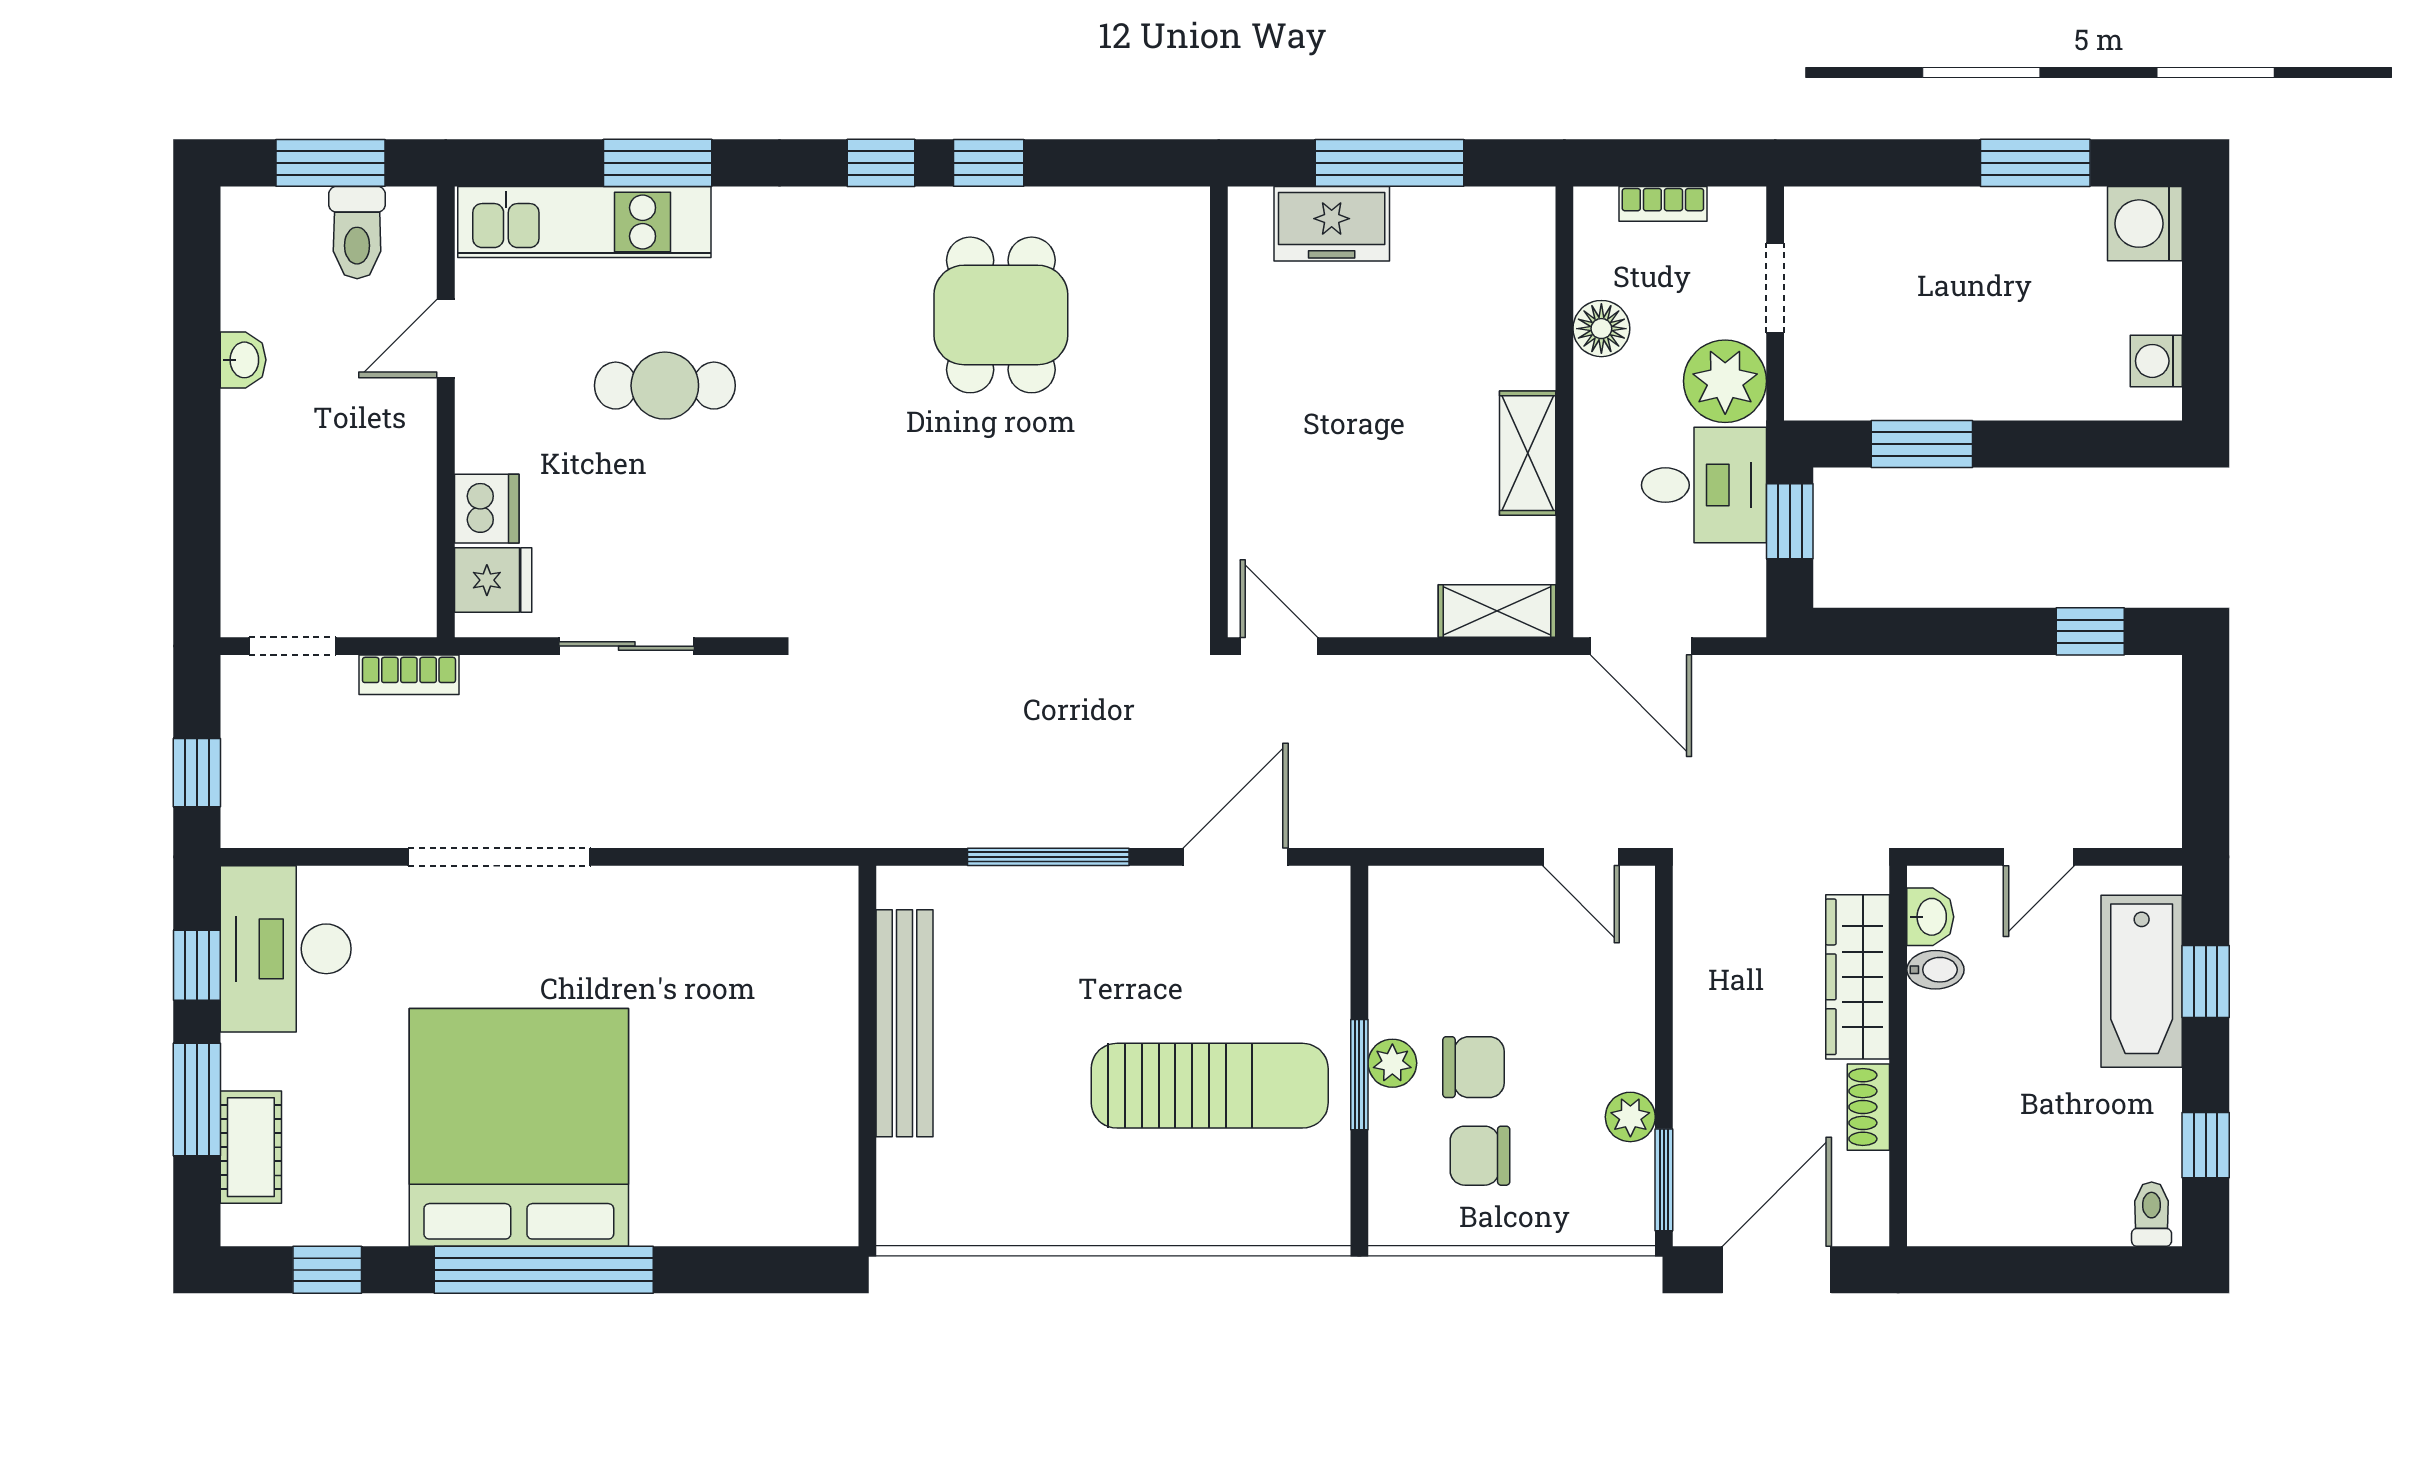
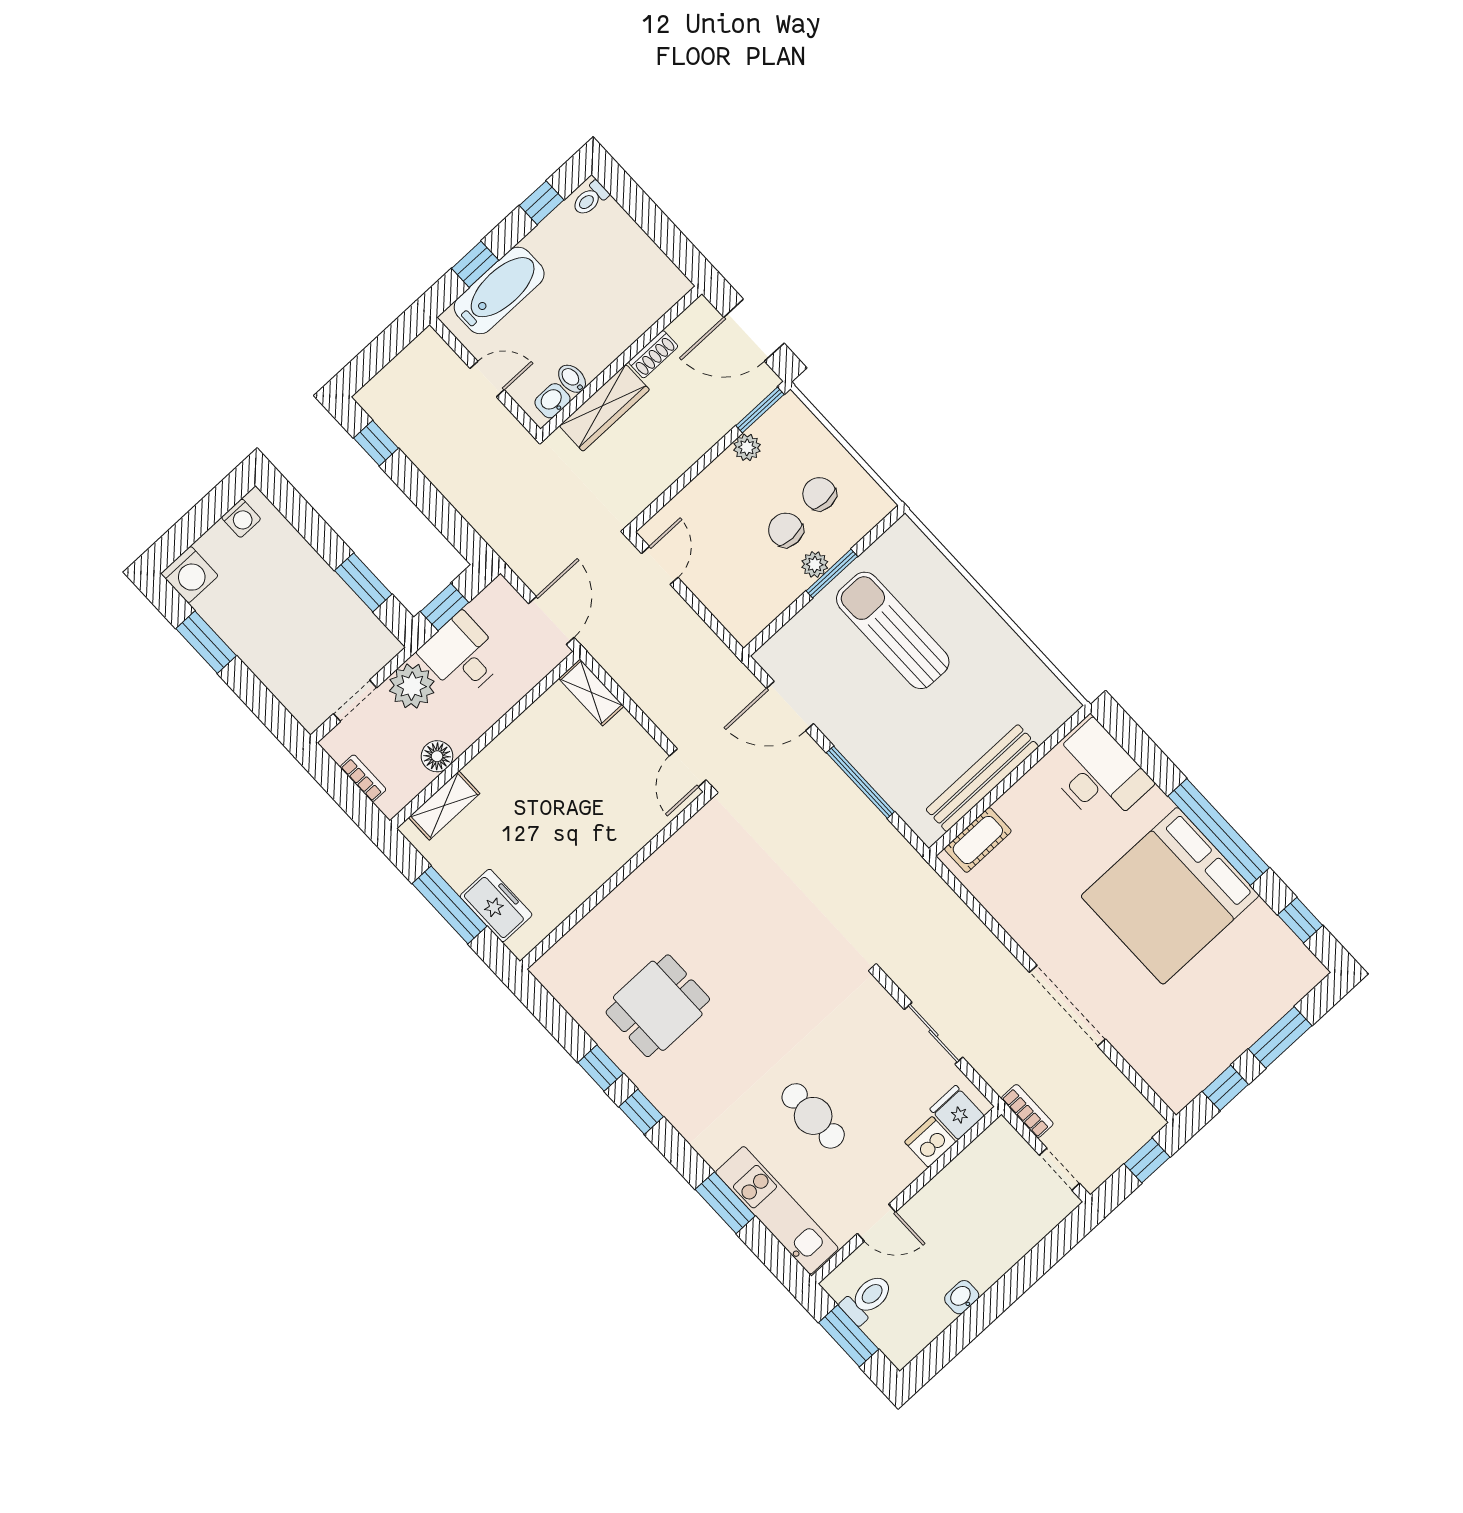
shelving: (1528, 453) -> (444, 806), moved
desk: (286, 949) -> (1098, 774), moved, turned -90
cot: (251, 1147) -> (978, 840), moved
chair: (1480, 1156) -> (819, 494), turned 180

